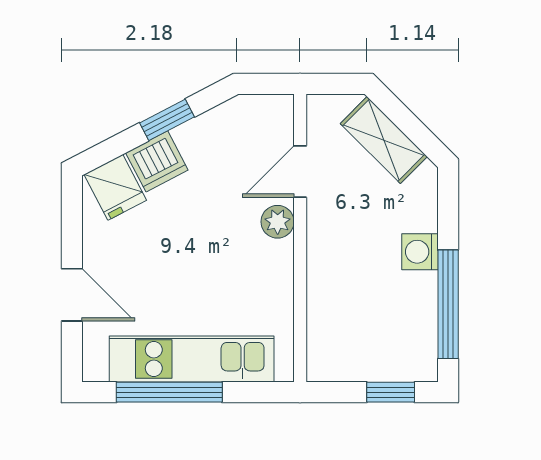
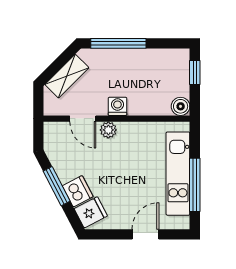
window: (167, 120) -> (57, 186), width x1.50
washing machine: (420, 252) -> (117, 106), moved, turned 180
window: (448, 304) -> (118, 43), moved
boiler: (324, 364) -> (181, 106), added

